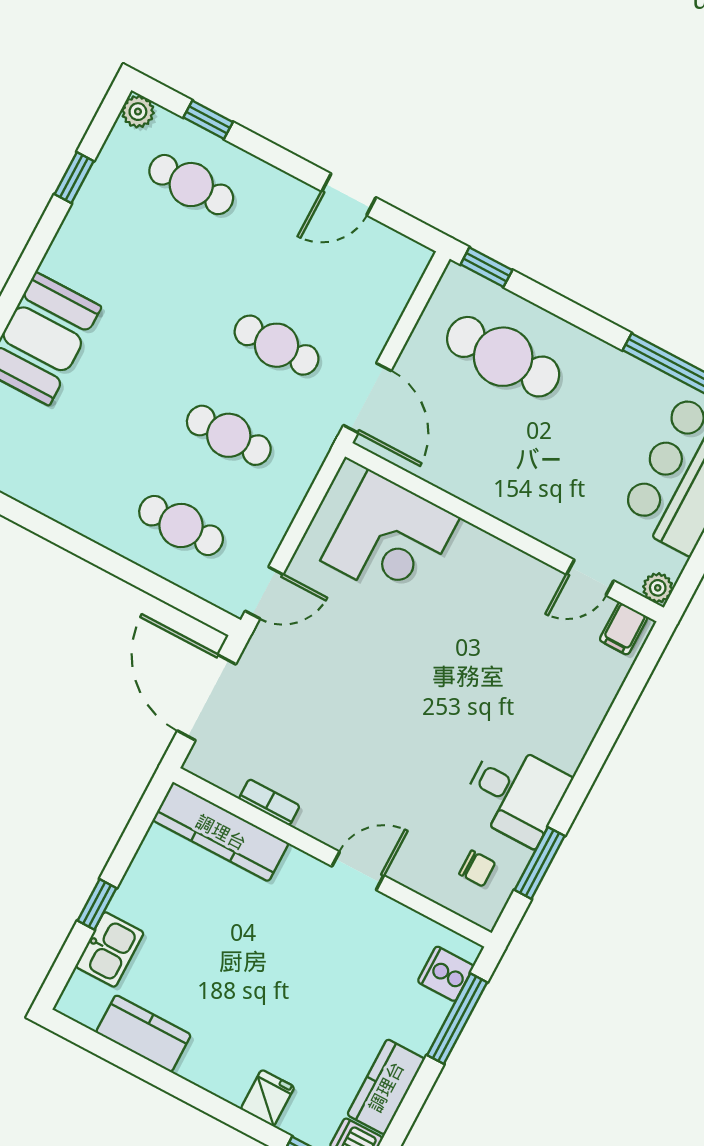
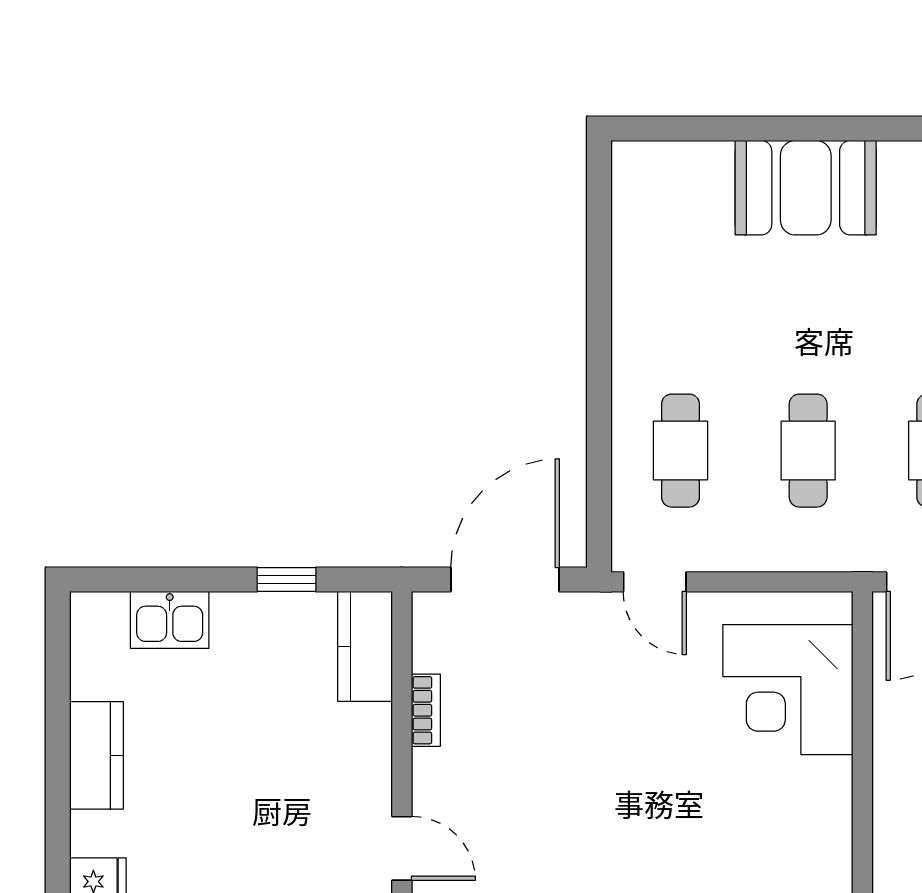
kitchen counter: (221, 832) -> (365, 646), width x0.67
window: (97, 904) -> (286, 580), moved
kitchen counter: (143, 1034) -> (96, 755), moved

